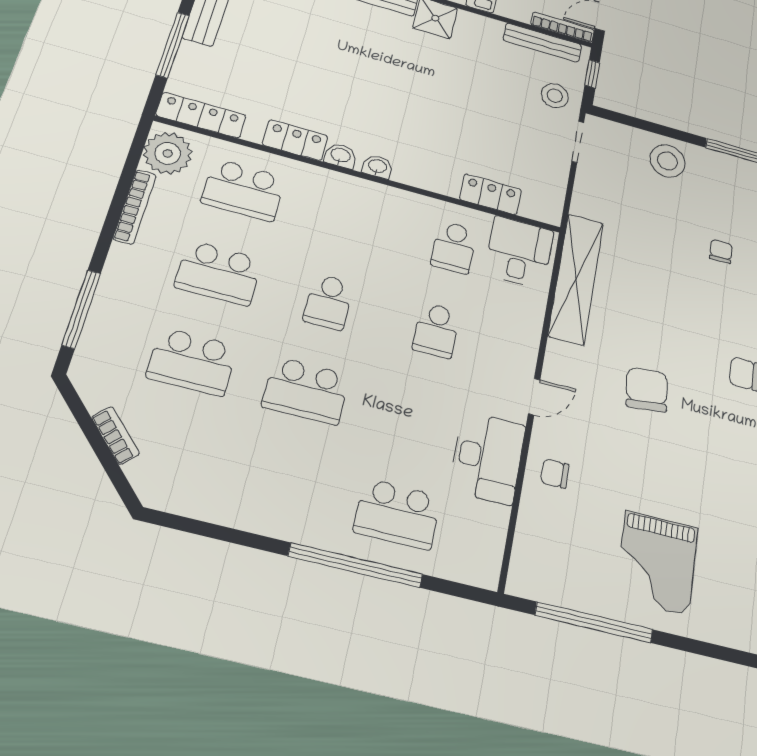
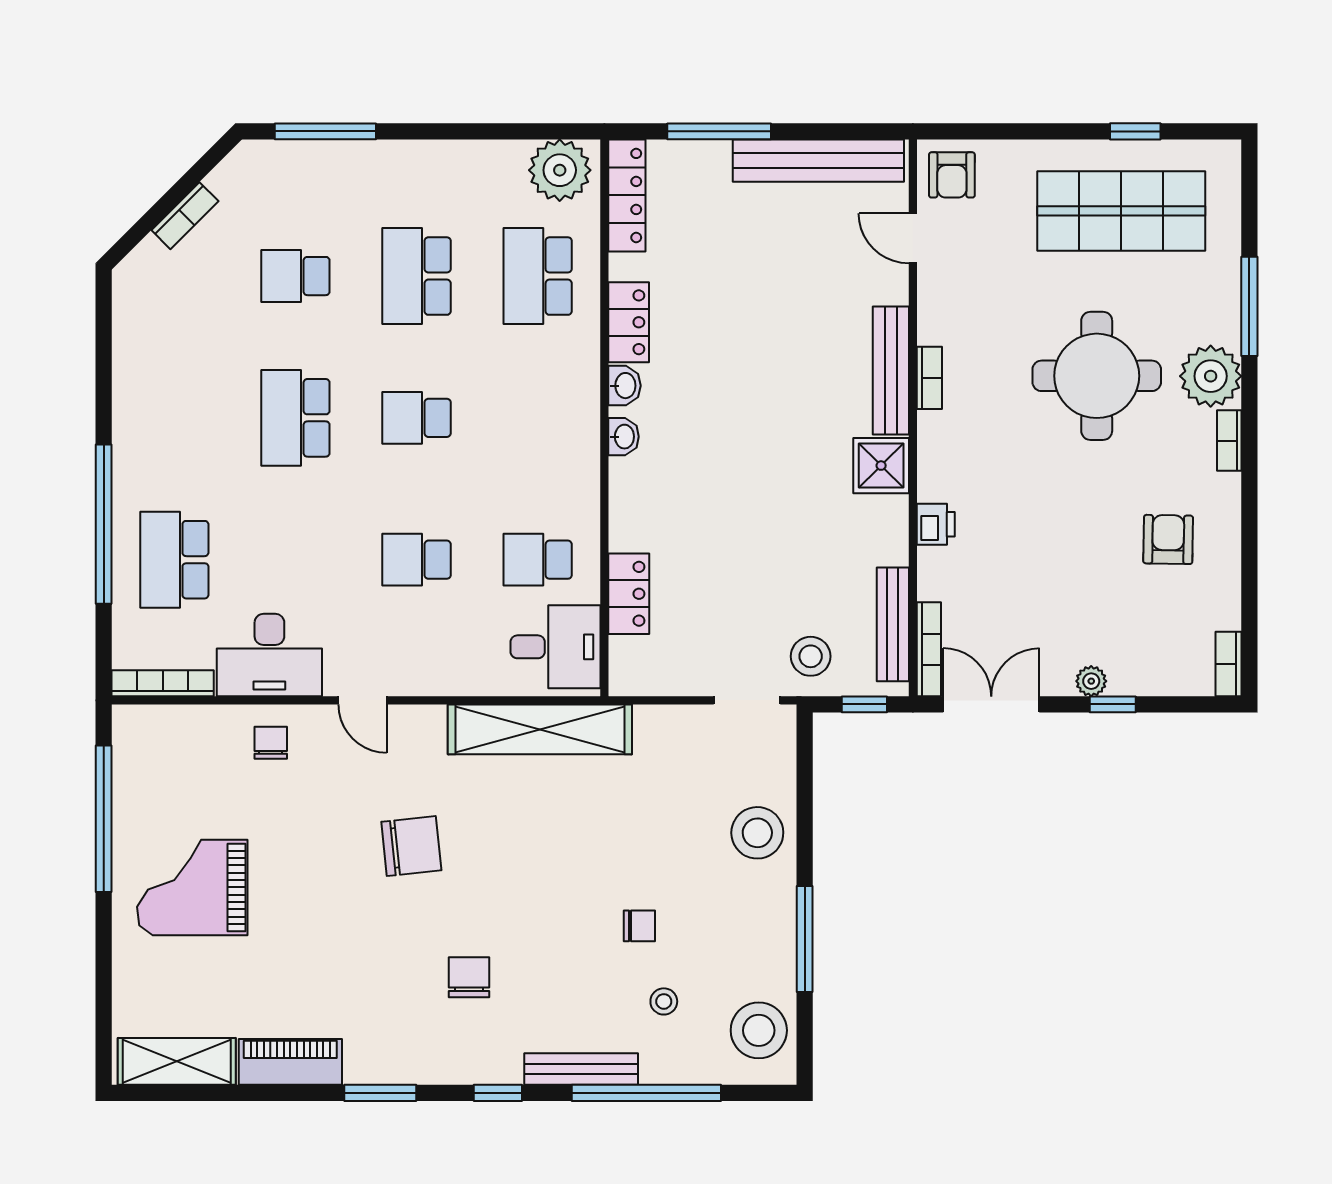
bookcase: (135, 207) -> (163, 683), moved, turned 180
school desk: (192, 362) -> (295, 276), width x0.54

